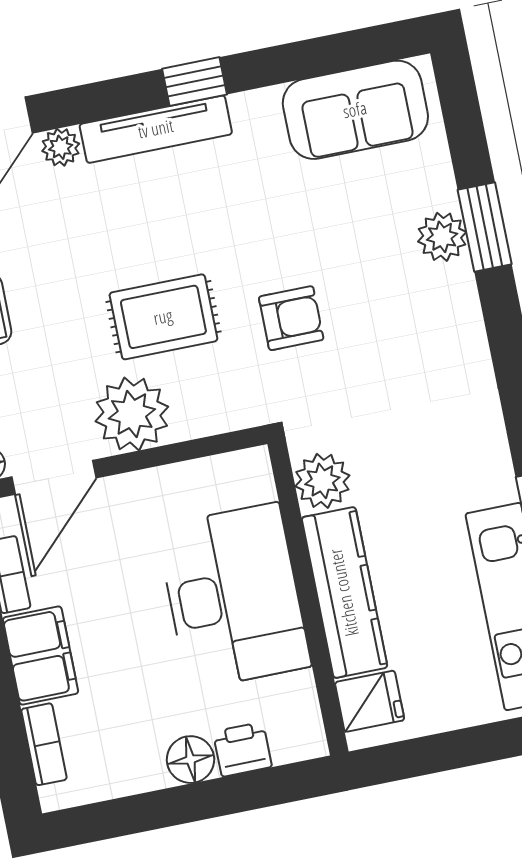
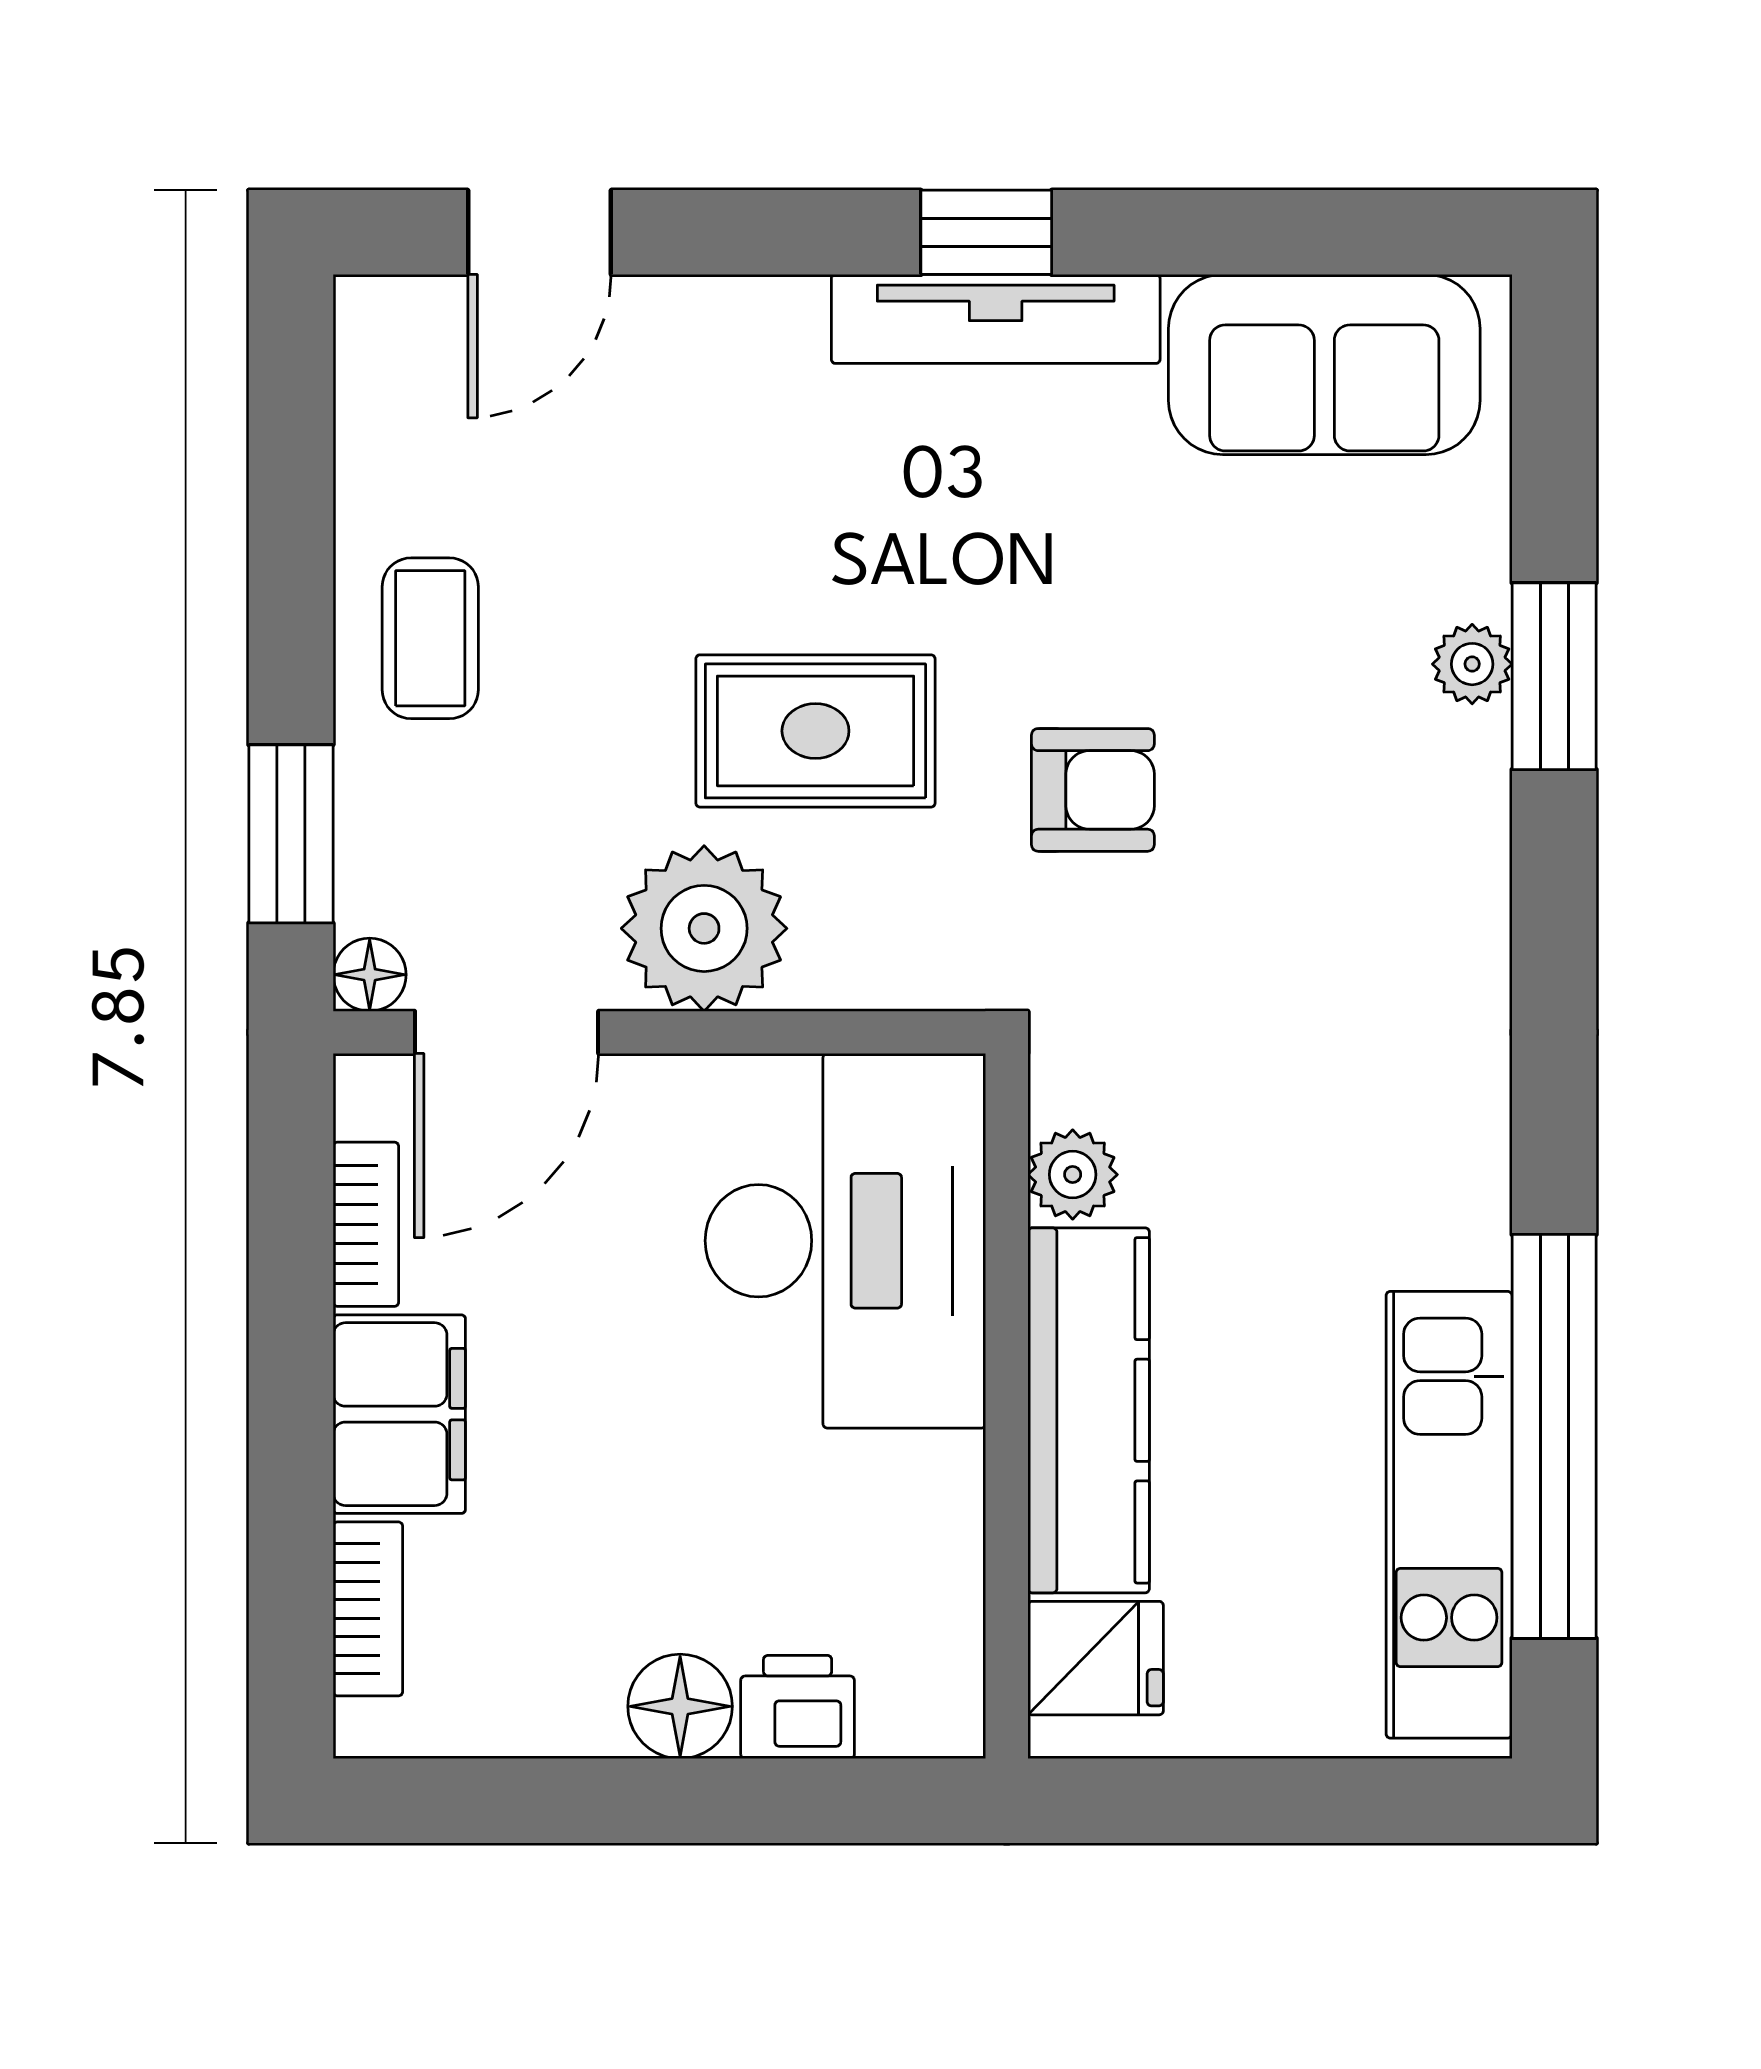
tv unit: (156, 129) -> (996, 319), moved
plant: (61, 147) -> (666, 317), removed
plant: (442, 237) -> (1472, 664), width x0.73, depth x0.73
plant: (322, 481) -> (1073, 1175), width x0.73, depth x0.73
desk: (234, 596) -> (845, 1241), moved

